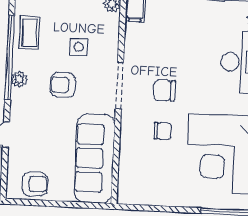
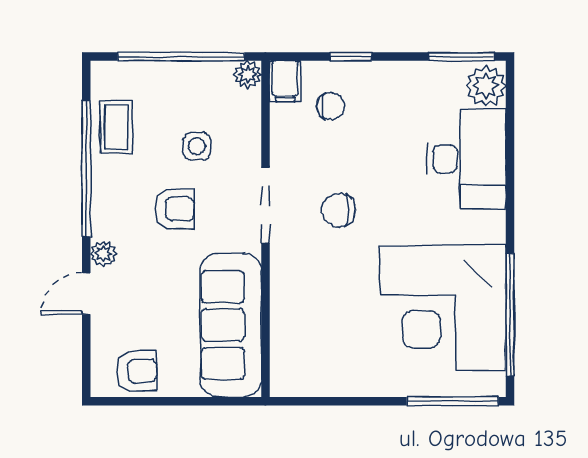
plant: (19, 79) -> (103, 253), moved
armchair: (63, 85) -> (174, 209), turned 180
chair: (163, 131) -> (331, 106), moved

